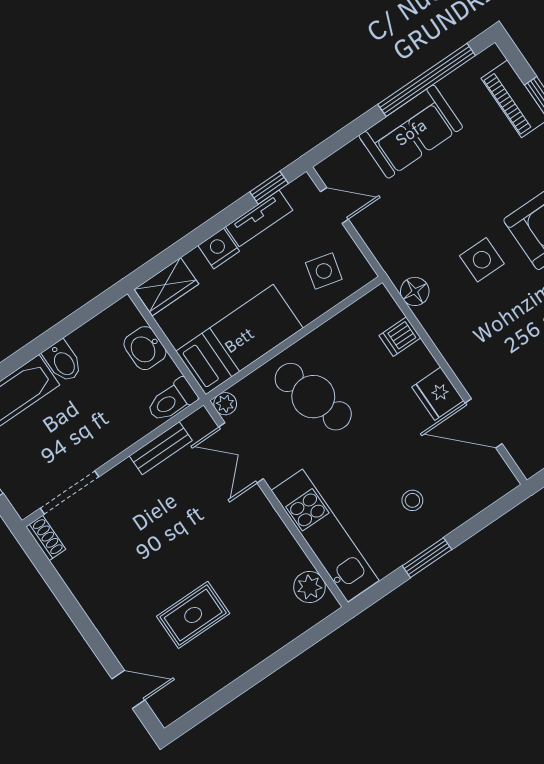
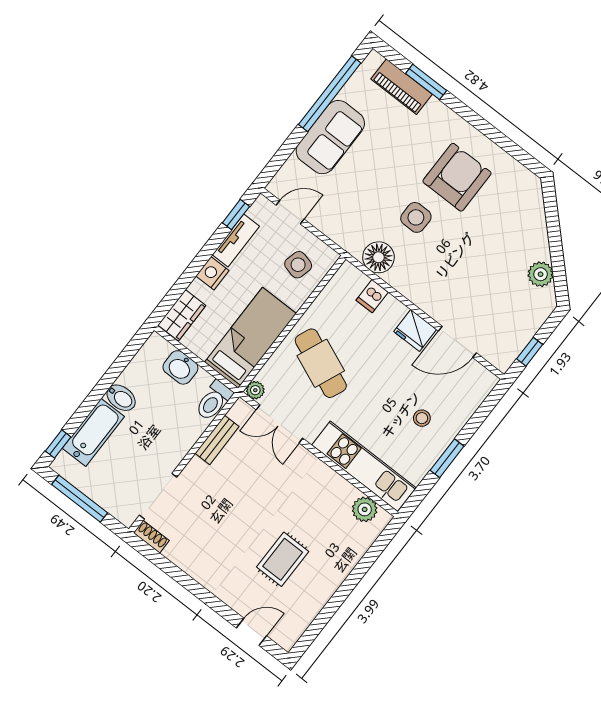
floor lamp: (415, 291) -> (378, 257), width x1.38, depth x1.38
cafe table: (313, 397) -> (321, 363), turned 40

